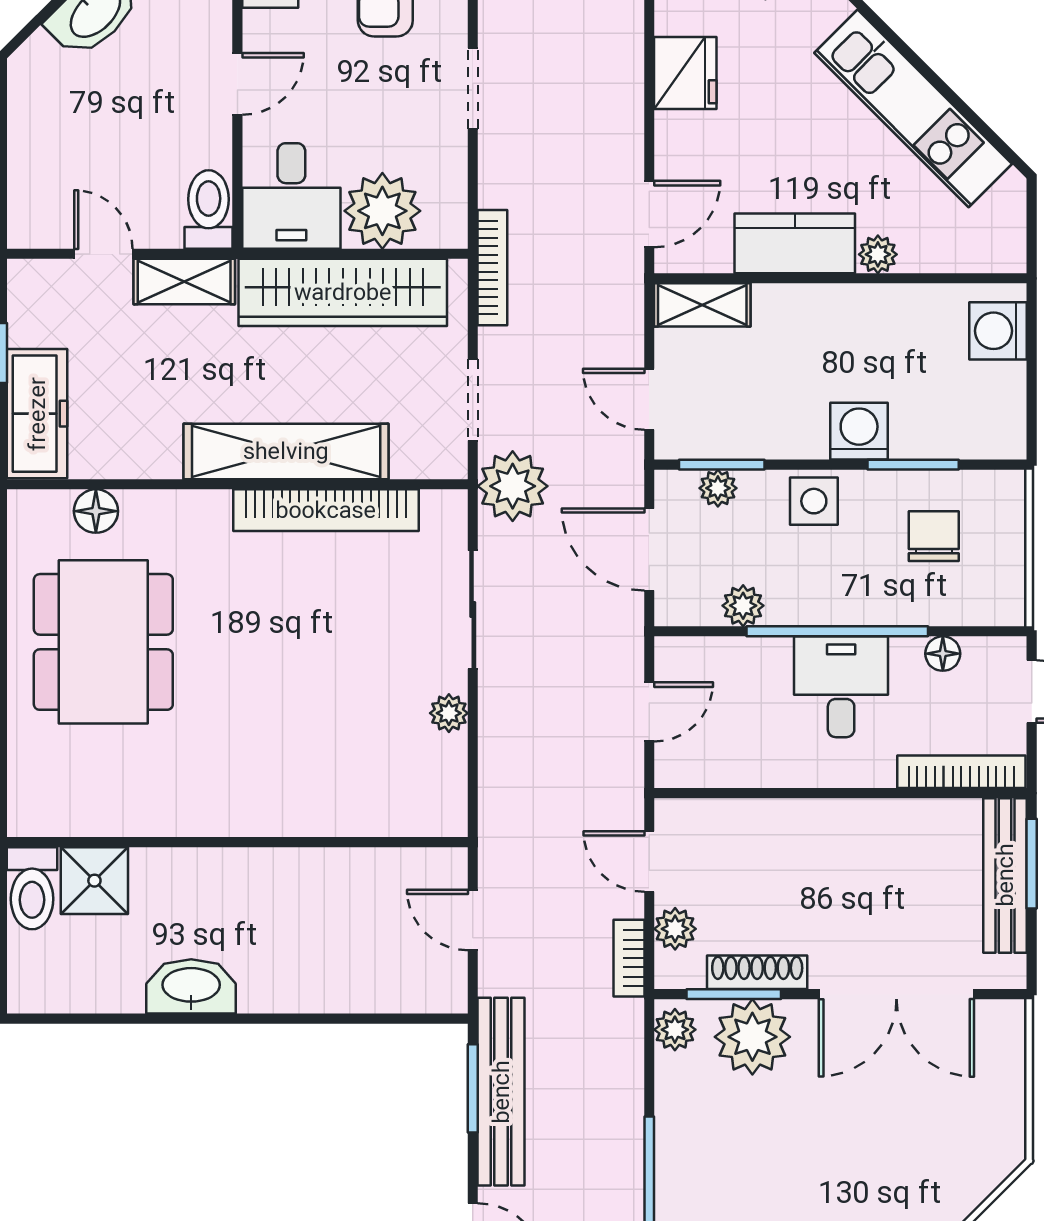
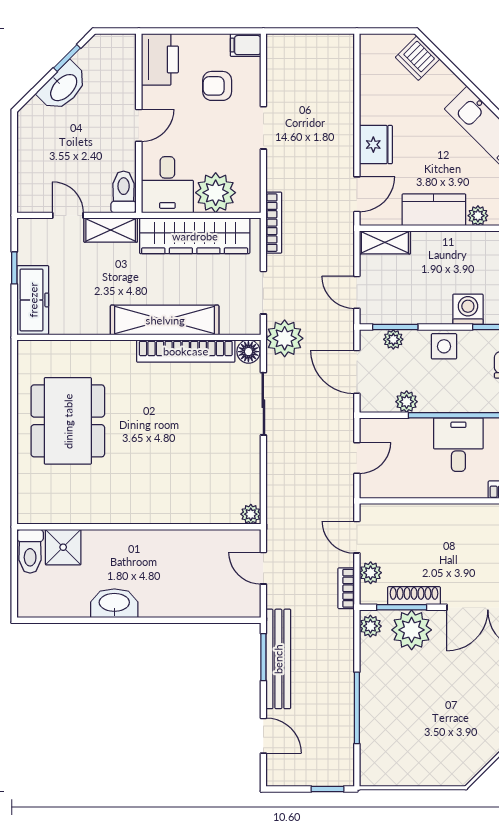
fridge: (685, 73) -> (376, 145), moved
floor lamp: (96, 511) -> (248, 352), moved
plant: (449, 713) -> (251, 514), moved

